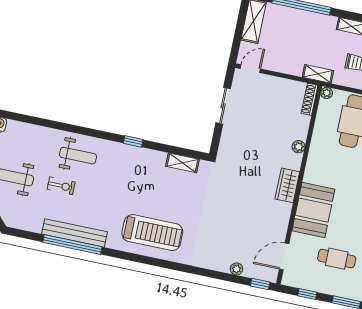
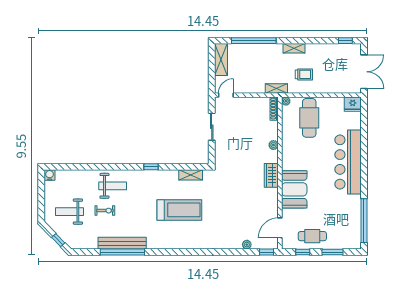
treadmill: (152, 233) -> (179, 210), moved
cafe table: (337, 259) -> (312, 236), moved

